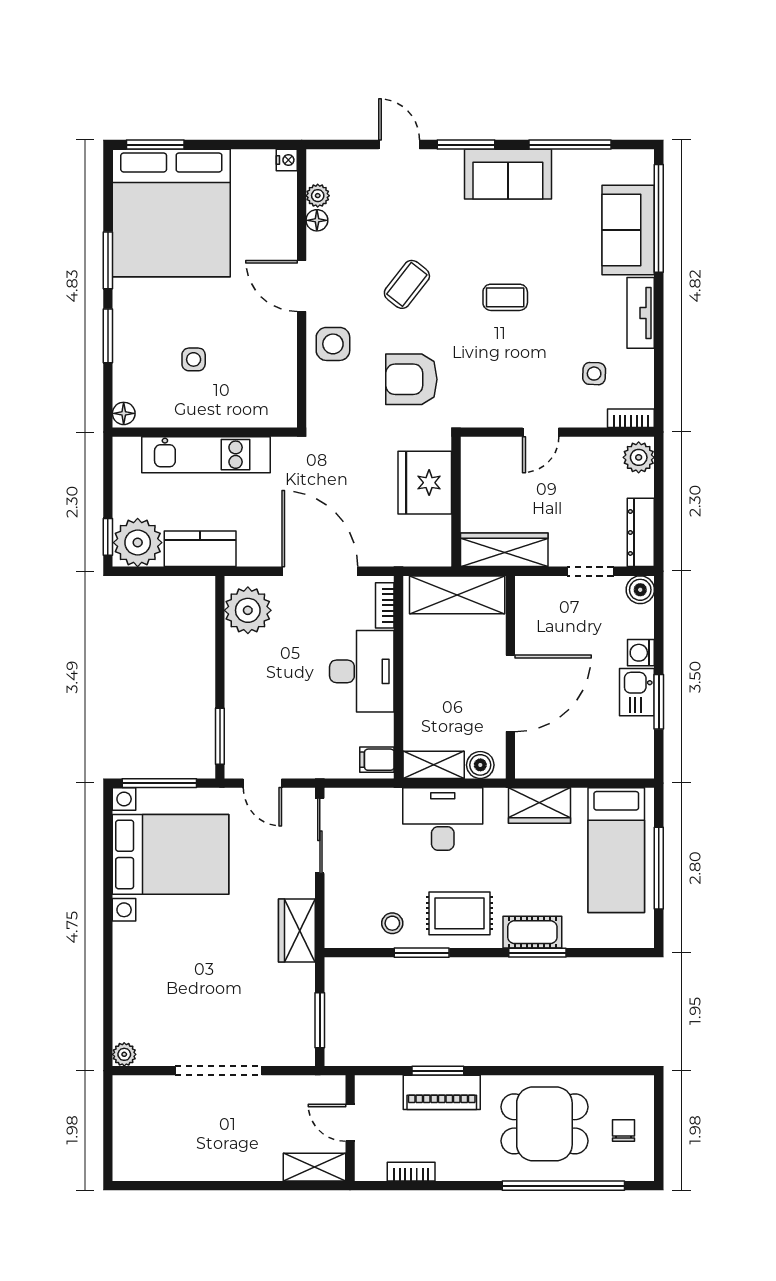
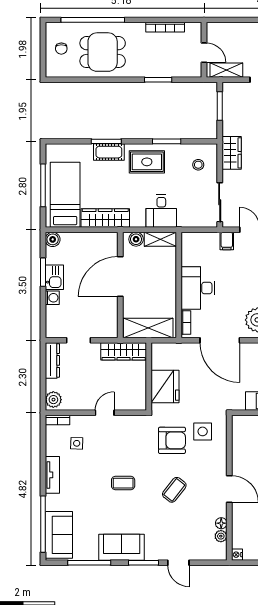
sofa: (628, 230) -> (59, 535), moved
side table: (333, 344) -> (203, 431), moved
boiler: (640, 590) -> (53, 239), moved
filing cabinet: (377, 760) -> (227, 241), moved, turned 90
wardrobe: (539, 806) -> (105, 218), width x1.50
desk: (443, 819) -> (161, 211), width x0.73
stool: (392, 923) -> (198, 165), moved
piano: (442, 1092) -> (156, 69), removed
shelving: (314, 1167) -> (226, 70), moved
bookcase: (411, 1172) -> (165, 27), width x1.56

